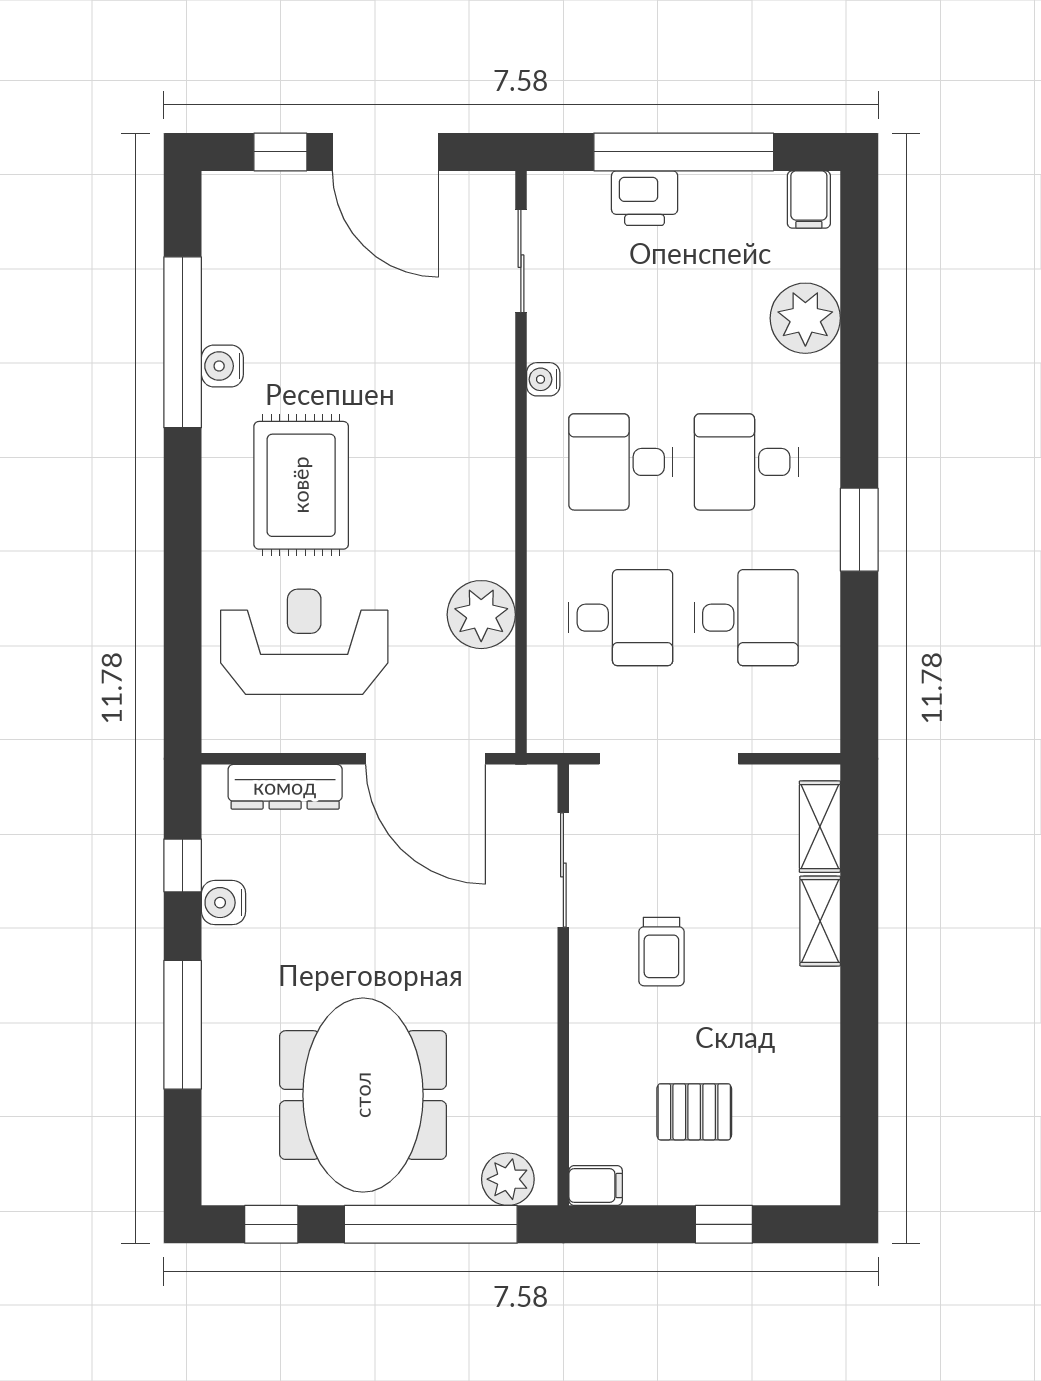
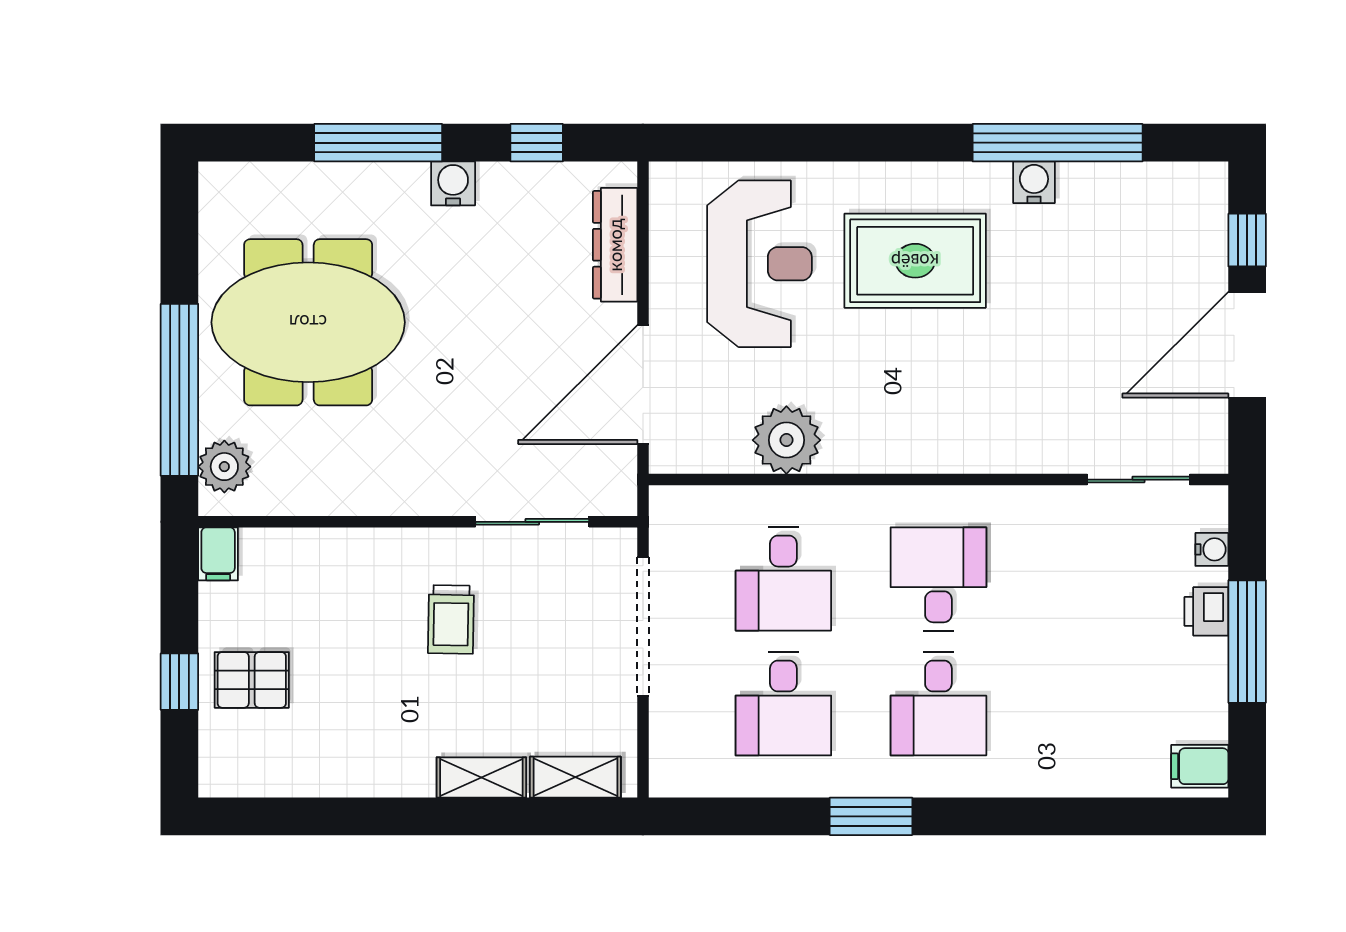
window: (684, 152) -> (1247, 642), width x0.68
printer: (645, 198) -> (1206, 611), width x0.73, depth x0.81
plant: (805, 318) -> (1082, 763), removed
water cooler: (543, 379) -> (1212, 549), moved, turned 90
desk: (746, 462) -> (938, 704), turned 180
water cooler: (224, 903) -> (453, 183), moved
trolley: (661, 952) -> (451, 619), turned -89
pallet: (694, 1112) -> (252, 680), moved, turned 90
window: (271, 1224) -> (179, 231), removed

